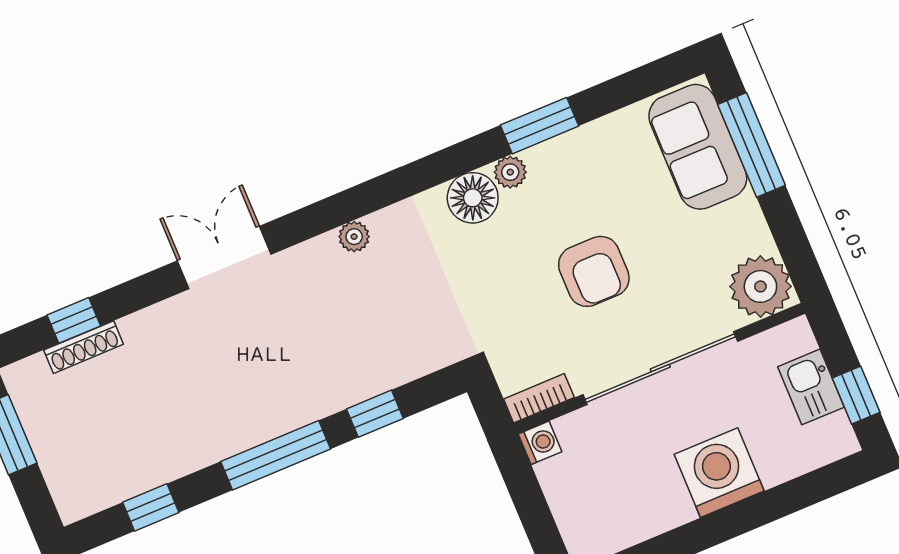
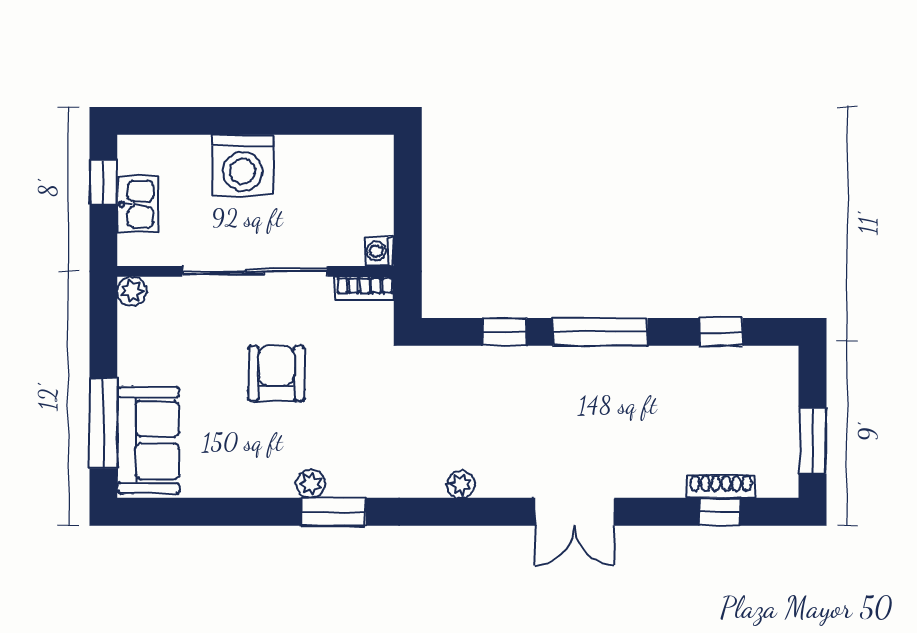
window: (539, 126) -> (333, 512), moved
floor lamp: (473, 198) -> (350, 475), removed
plant: (760, 286) -> (132, 291), width x0.53, depth x0.53

